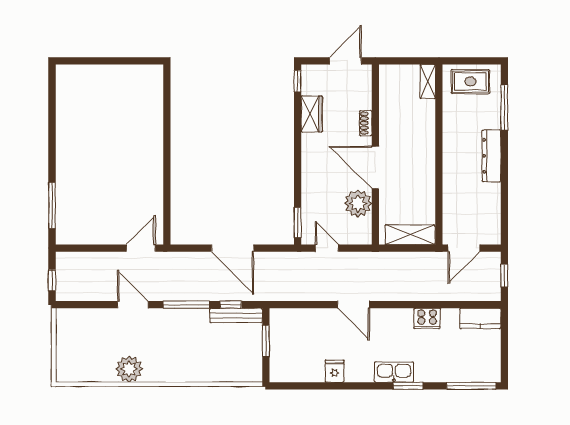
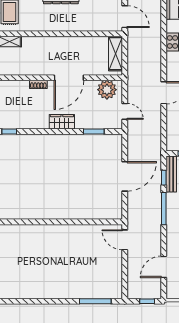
wardrobe: (312, 114) -> (62, 122), moved
plant: (358, 203) -> (107, 90), moved
window: (298, 222) -> (94, 131), moved
door: (327, 248) -> (125, 111), swing flipped
door: (133, 305) -> (164, 267), moved

